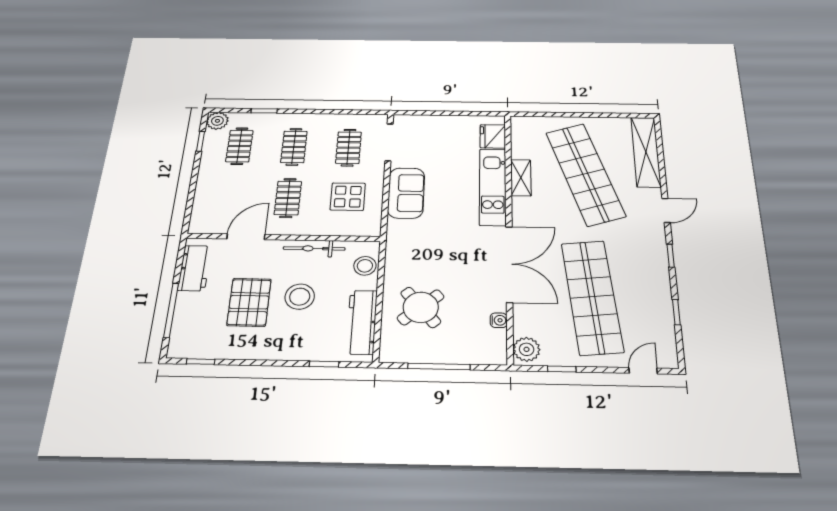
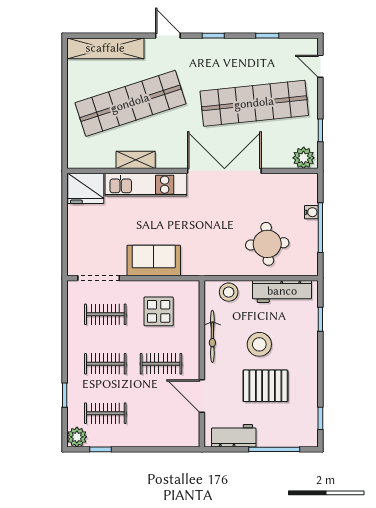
fridge: (493, 136) -> (86, 188), width x1.36, depth x1.34
round table: (421, 307) -> (267, 244), turned 36
water cooler: (499, 320) -> (311, 212), moved, turned 90

